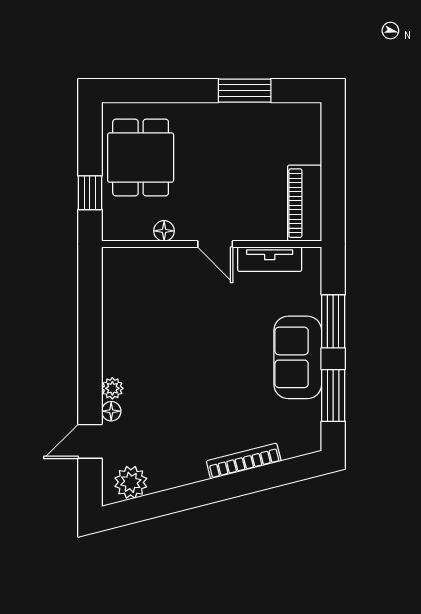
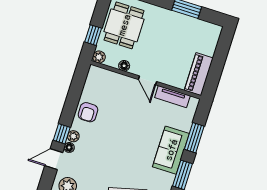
plant: (113, 229) -> (99, 57), added
armchair: (125, 336) -> (88, 112), added
window: (90, 390) -> (62, 134), added

